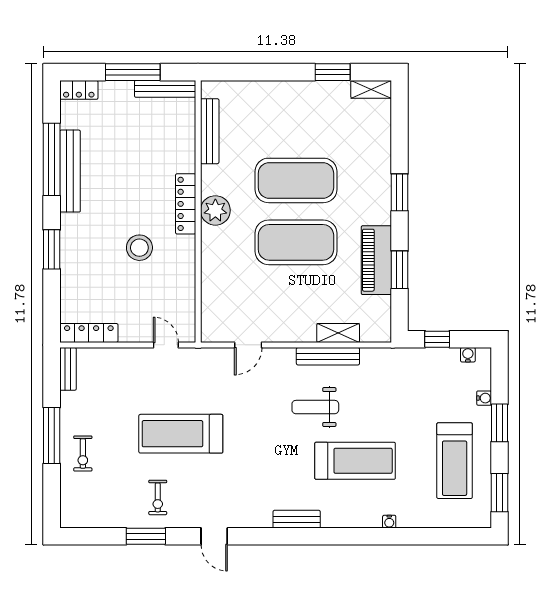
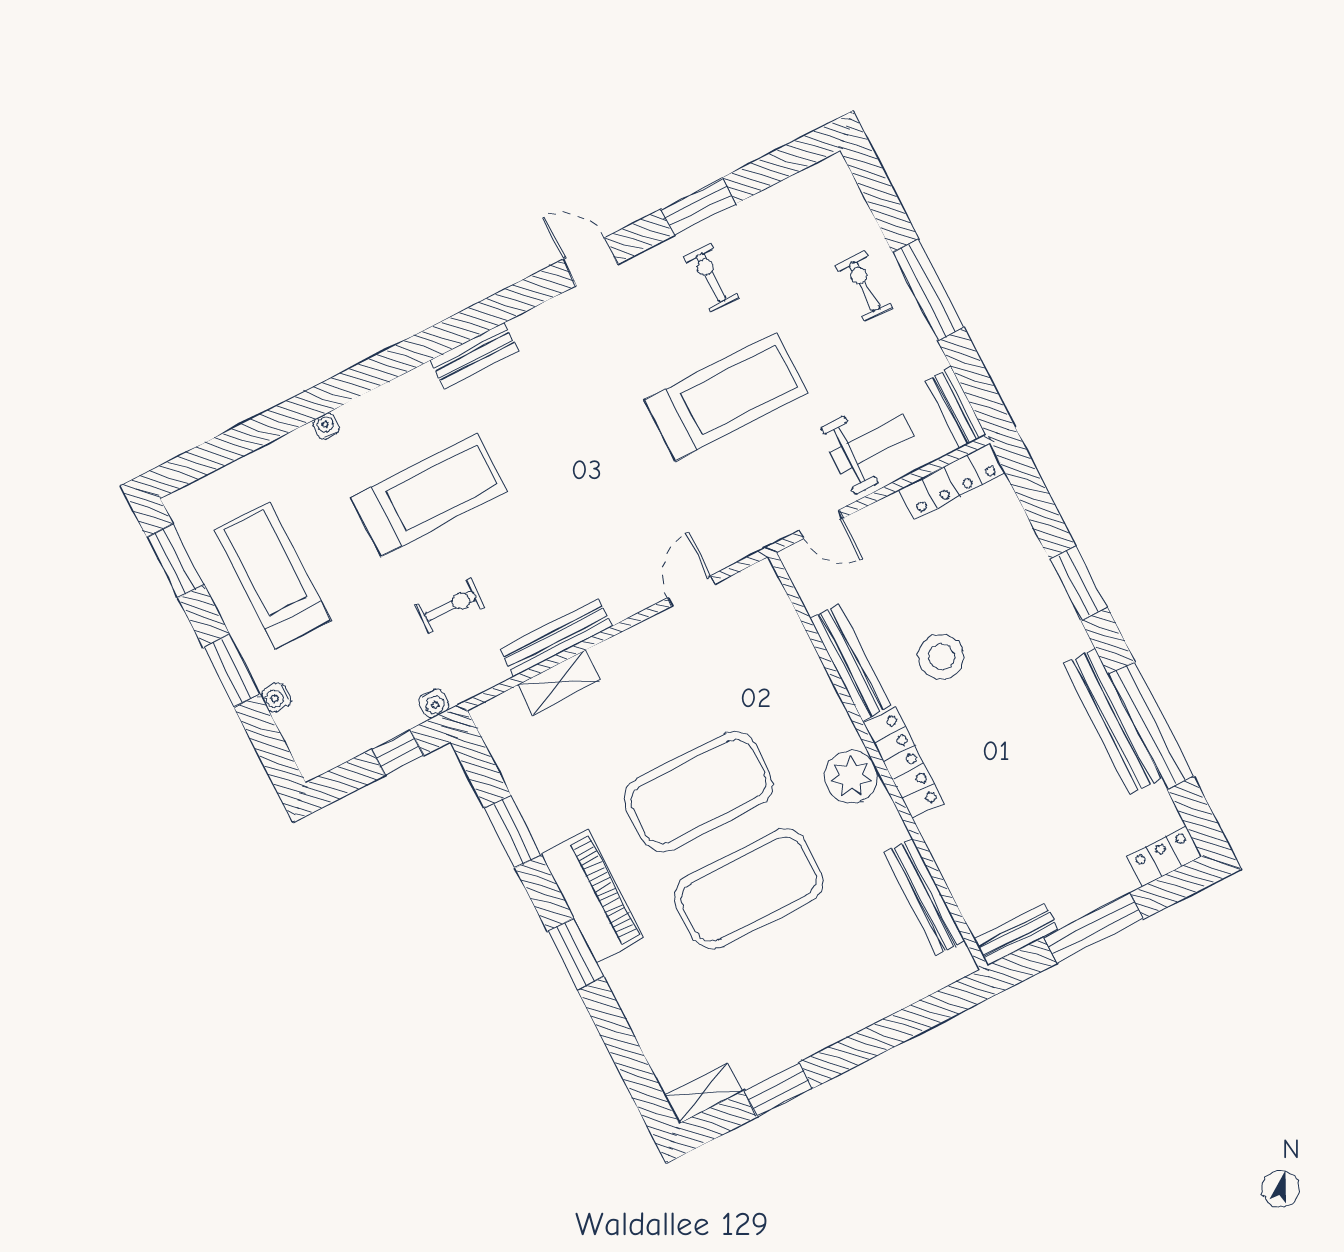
bench: (165, 89) -> (1016, 935), width x0.73
piano: (376, 260) -> (592, 896), moved
bench: (187, 268) -> (850, 662), added
water cooler: (468, 355) -> (434, 703), moved
exercise bike: (373, 399) -> (450, 606), added
weight bench: (315, 407) -> (872, 444), moved
treadmill: (355, 461) -> (429, 495), turned 180

